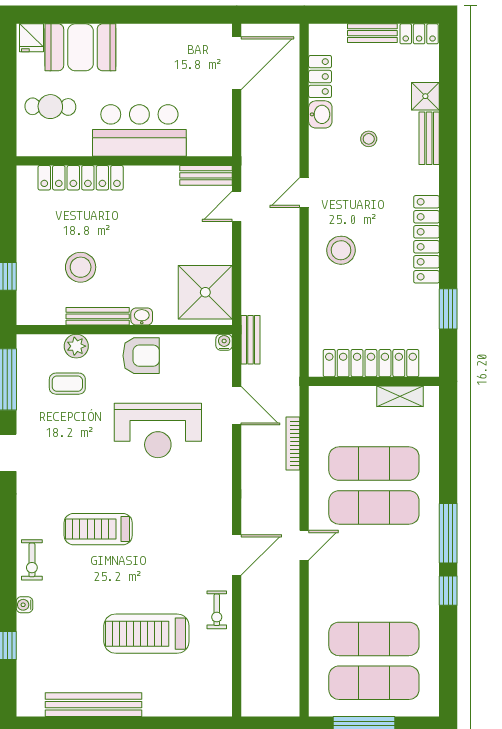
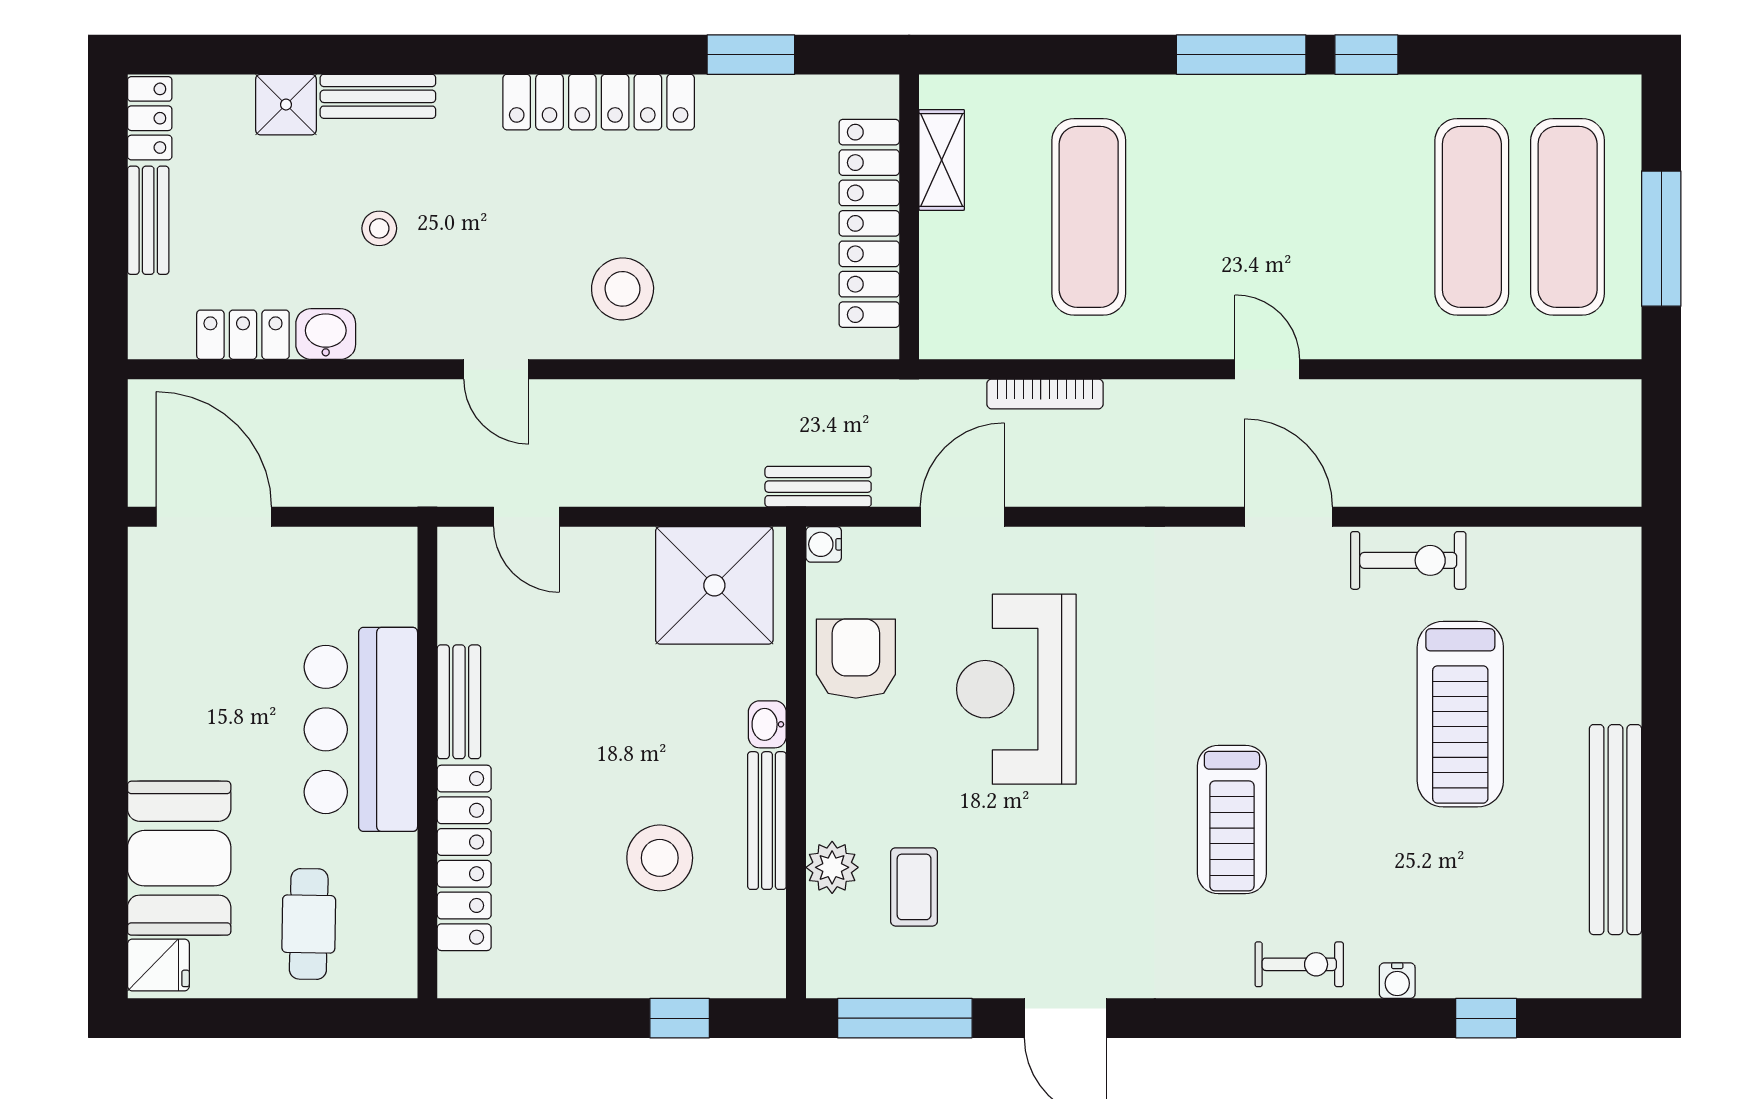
bench: (206, 175) -> (459, 702), moved
armchair: (141, 356) -> (856, 659), moved
reception desk: (158, 430) -> (1016, 689), turned 180
exercise mat: (374, 507) -> (1185, 217), removed
exercise bike: (217, 610) -> (1408, 560), width x1.38, depth x1.39

